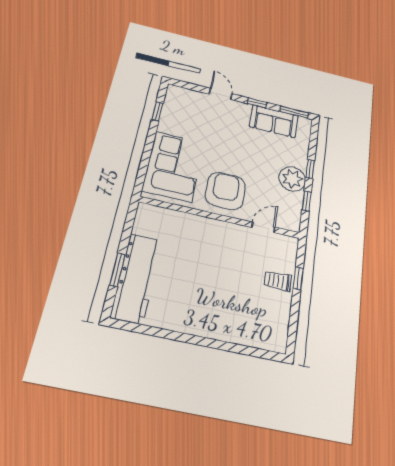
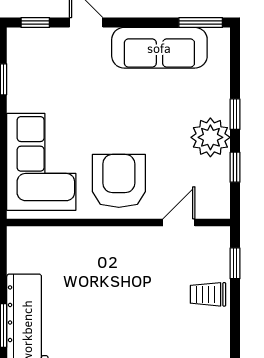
window: (257, 103) -> (35, 23), moved
sofa: (274, 121) -> (159, 48), width x1.36
window: (298, 278) -> (235, 263), moved

